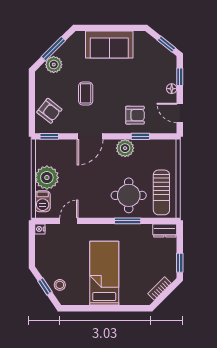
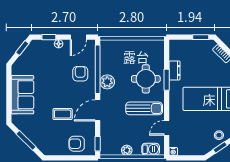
plant: (54, 65) -> (39, 140), removed
armchair: (49, 111) -> (77, 144), turned -128
door: (90, 136) -> (98, 110), swing flipped
window: (140, 136) -> (98, 69), width x3.17
plant: (47, 178) -> (127, 150), width x0.53, depth x0.53
sun lounger: (161, 192) -> (144, 108), moved
door: (69, 221) -> (167, 128), hinge flipped
dresser: (165, 231) -> (175, 70), moved

